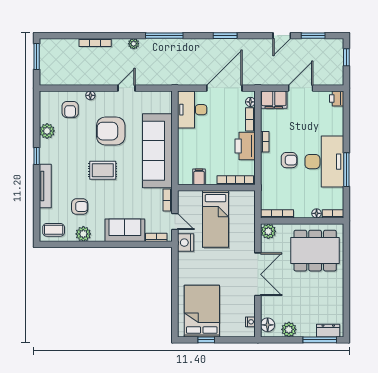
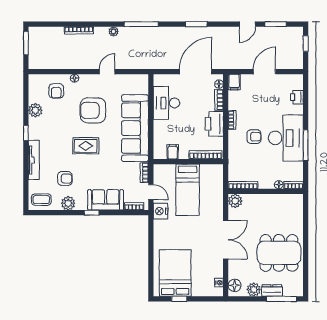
printer: (337, 99) -> (297, 97), moved
filing cabinet: (274, 100) -> (234, 82), width x0.50
desk: (192, 110) -> (166, 103), moved
window: (109, 244) -> (92, 213), added
dining table: (315, 251) -> (279, 253), moved
dresser: (328, 331) -> (272, 291), moved

